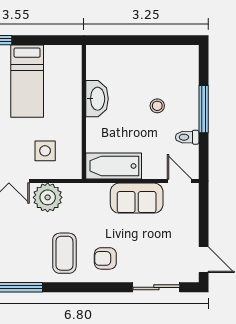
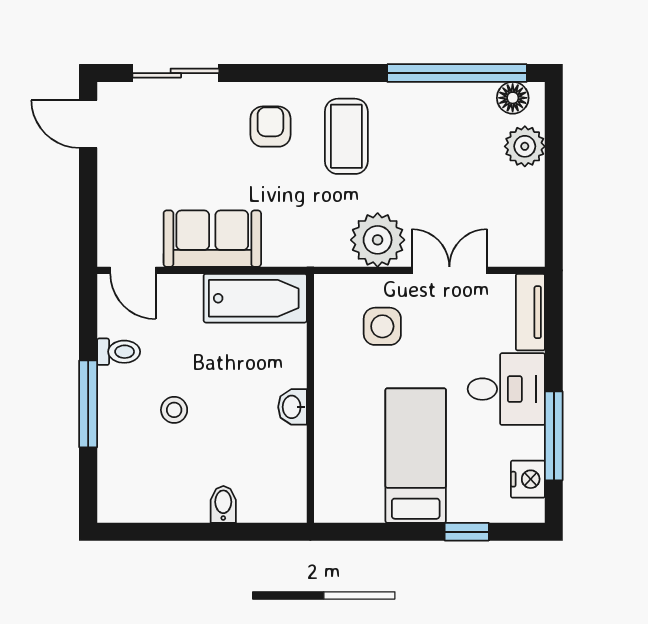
bidet: (131, 55) -> (223, 504), added
washbasin: (97, 99) -> (292, 407), width x0.52, depth x0.69
armchair: (105, 258) -> (270, 127), turned -90

